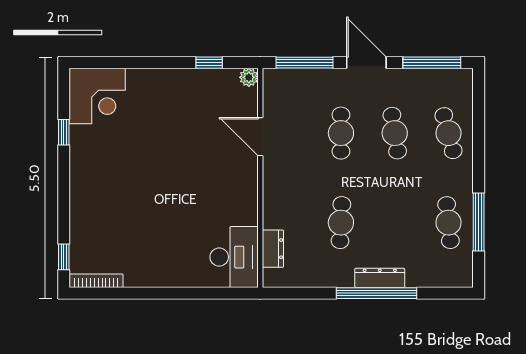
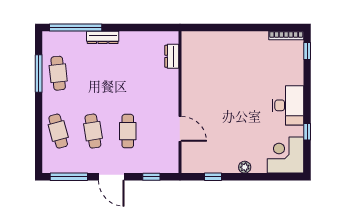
window: (304, 63) -> (151, 177), width x0.46
plant: (249, 77) -> (245, 167), moved
cafe table: (341, 223) -> (128, 73), removed
desk: (234, 257) -> (288, 105), moved, turned 180
window: (377, 293) -> (76, 28), moved

